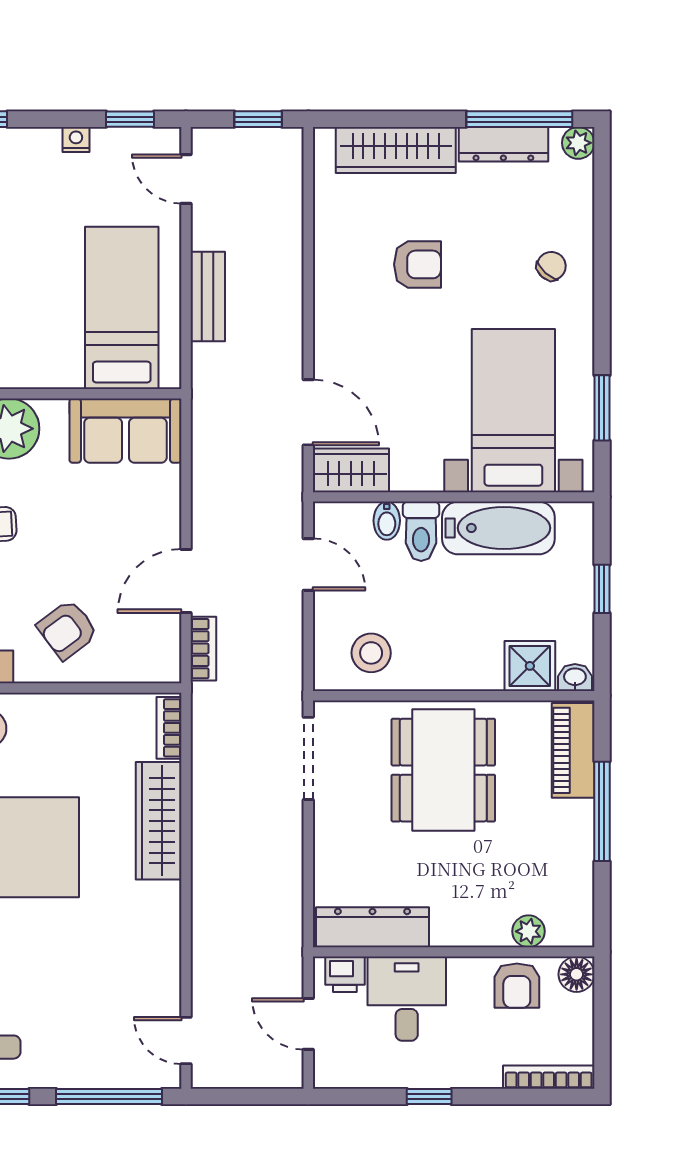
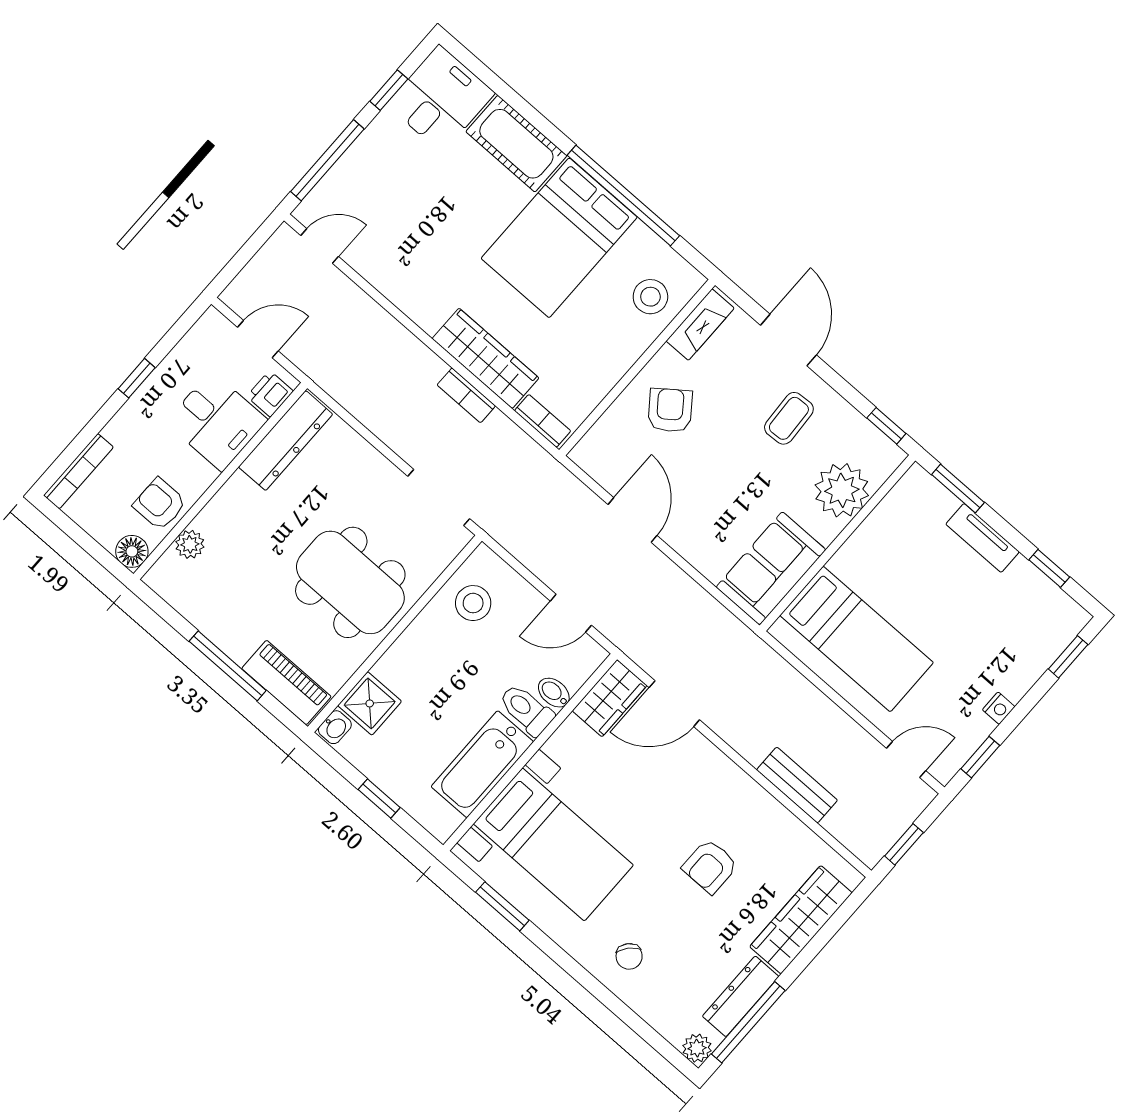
bench: (208, 297) -> (797, 785), moved
bookcase: (203, 649) -> (466, 395), moved

